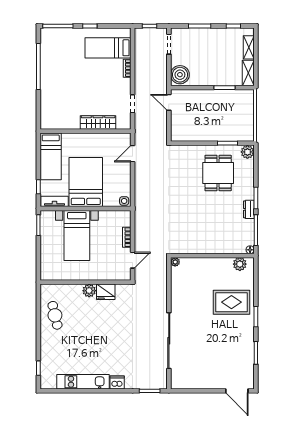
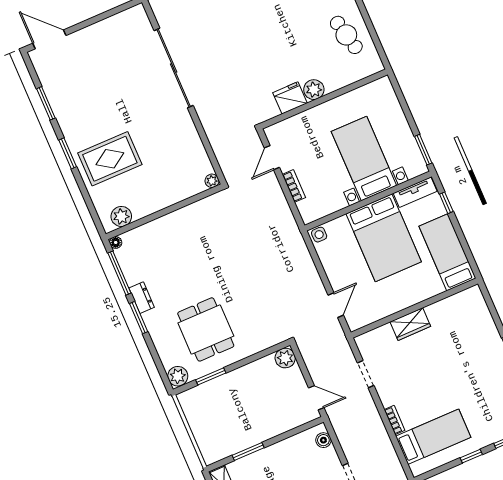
boiler: (180, 75) -> (323, 440), width x0.54, depth x0.54
wardrobe: (98, 122) -> (410, 324), width x0.67
plant: (177, 135) -> (285, 358), added

